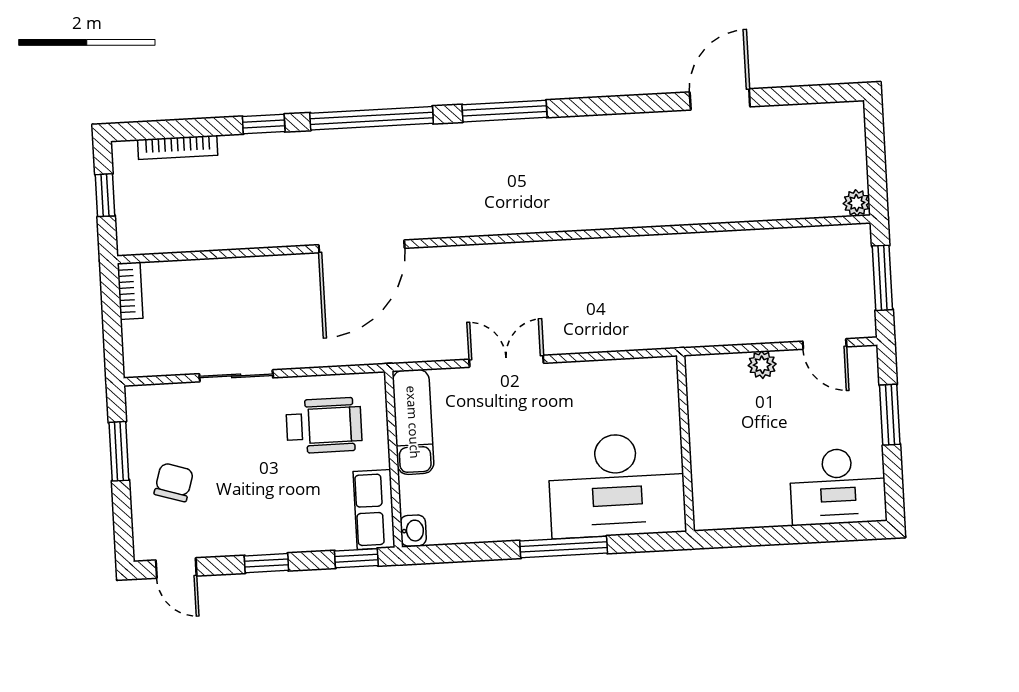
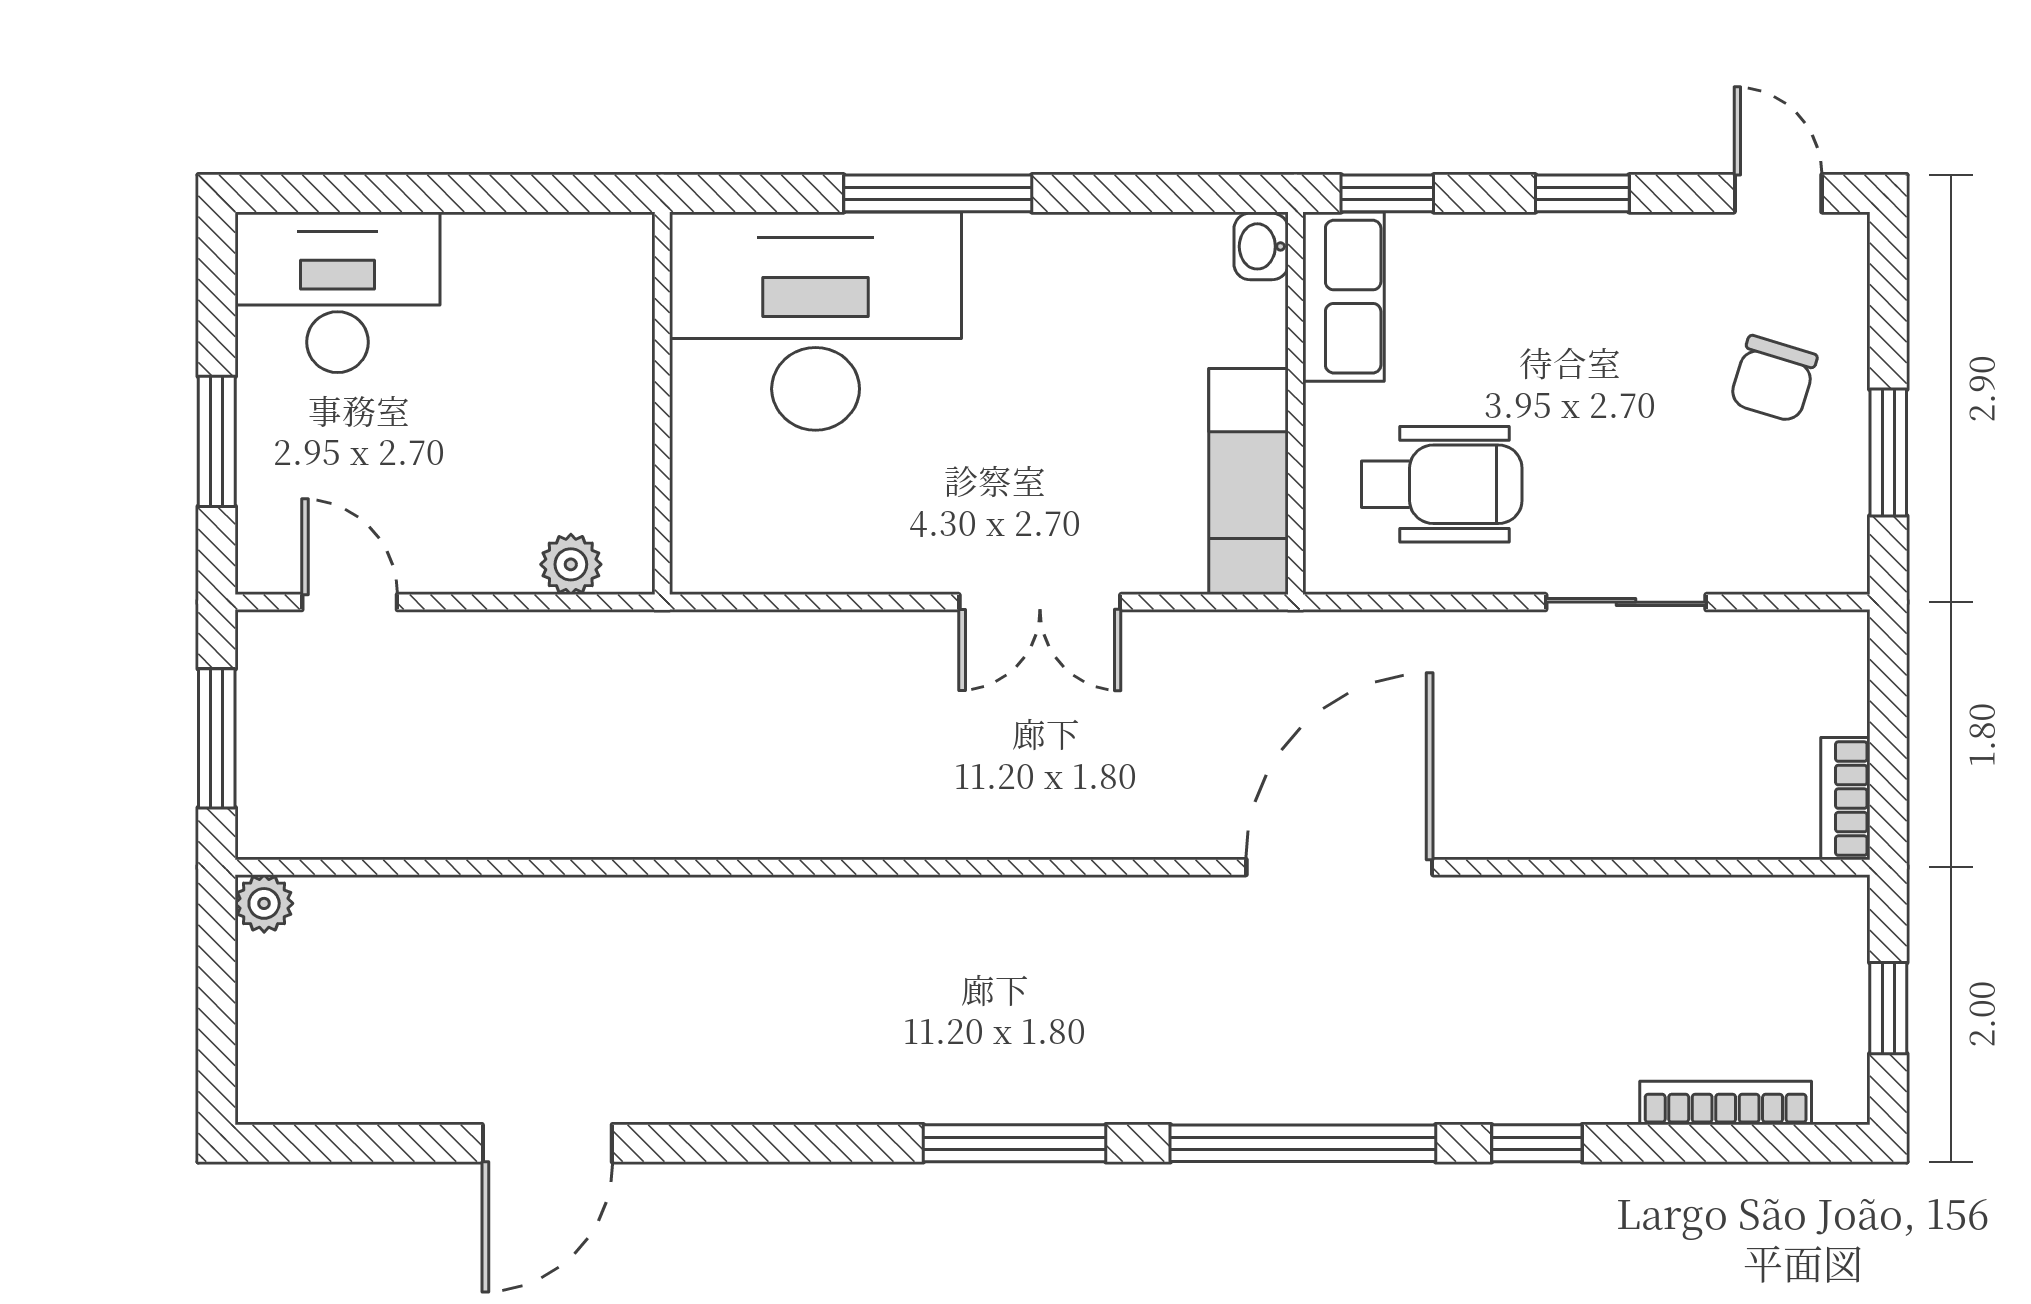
plant: (762, 365) -> (571, 564), moved
wheelchair: (324, 426) -> (1442, 484), turned 180

